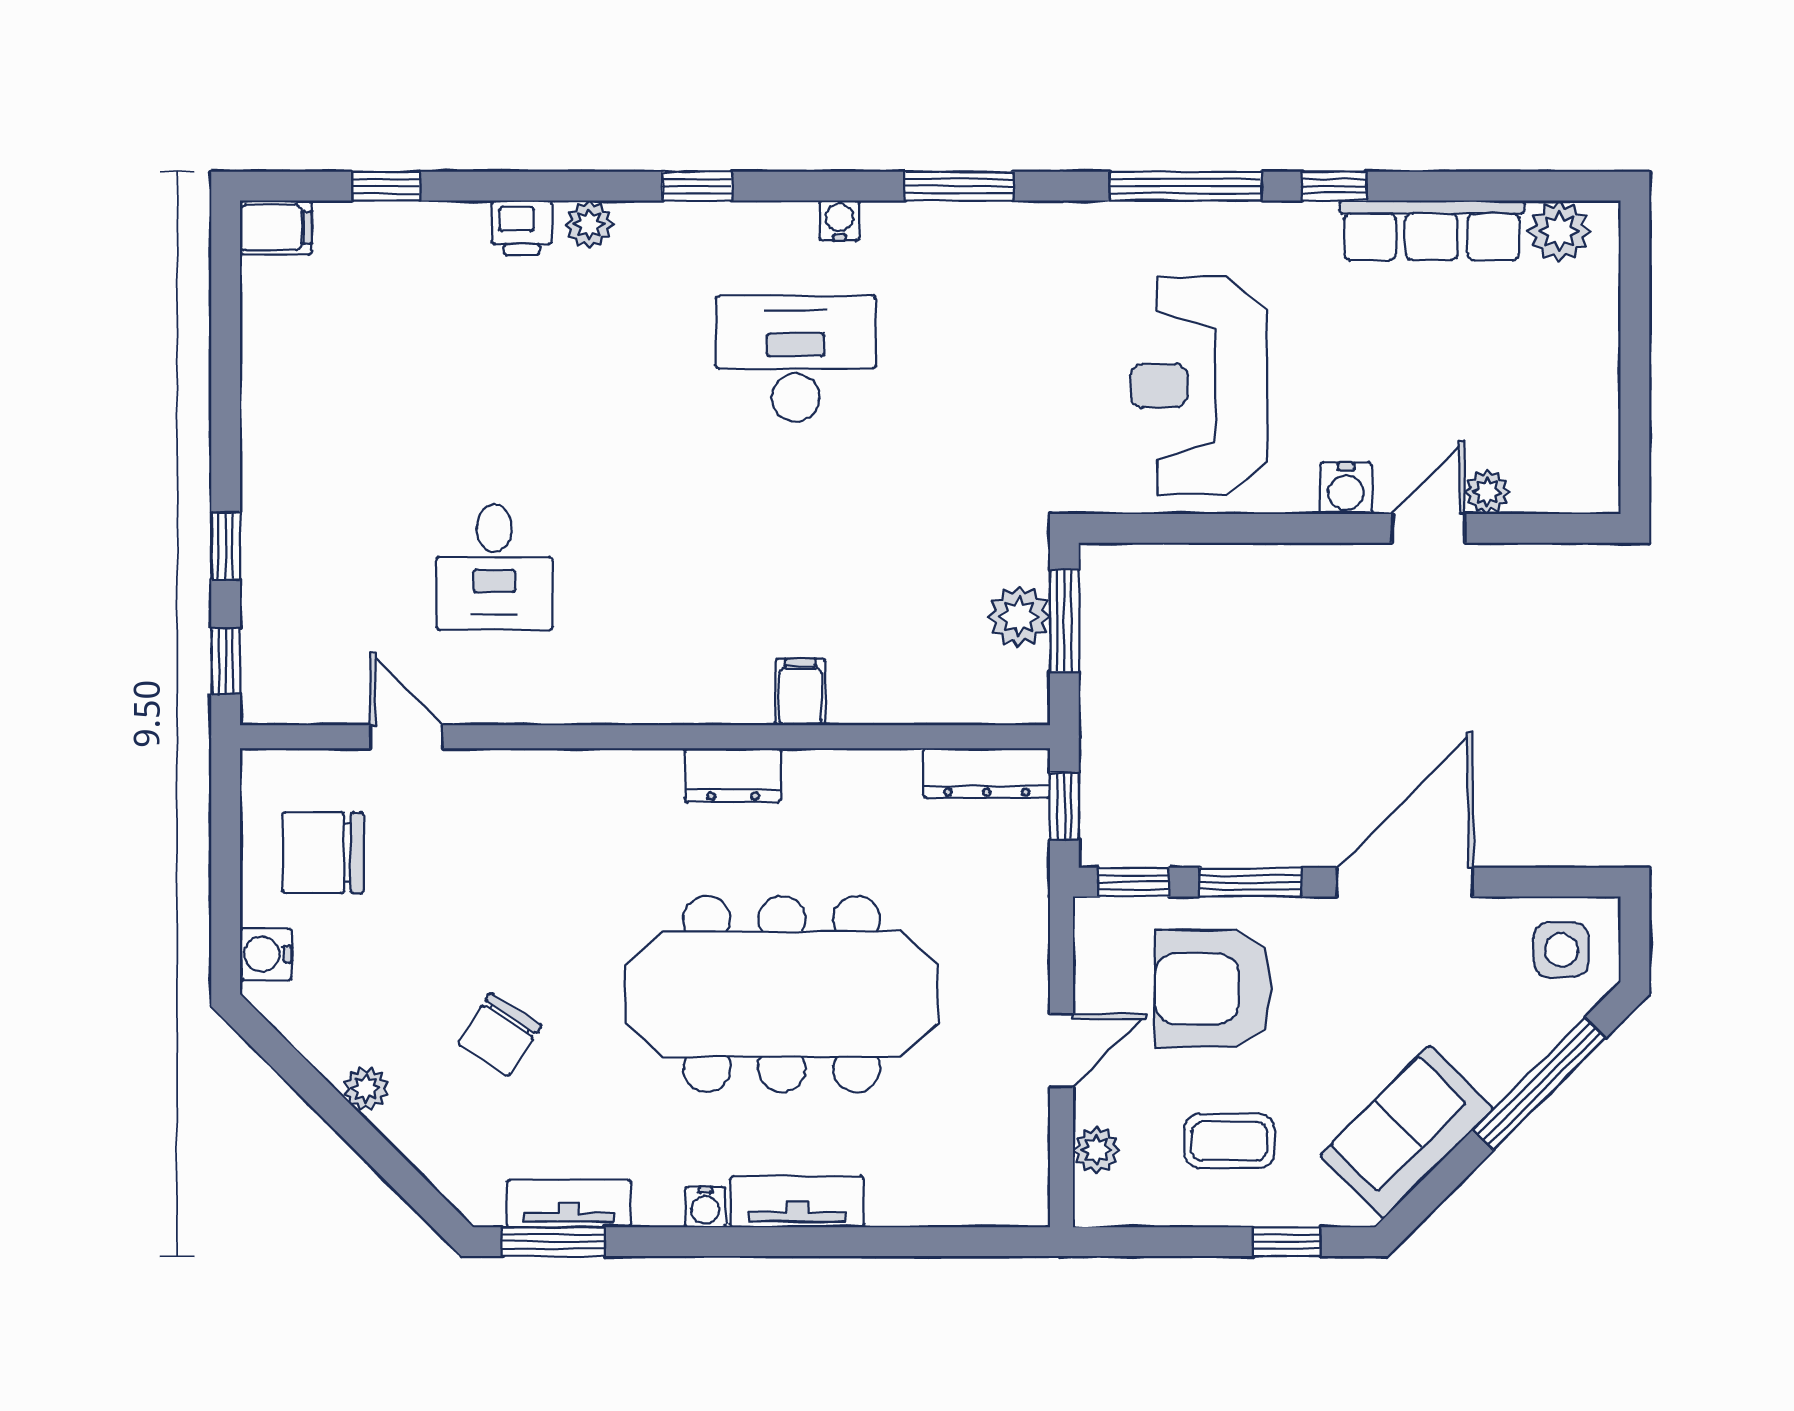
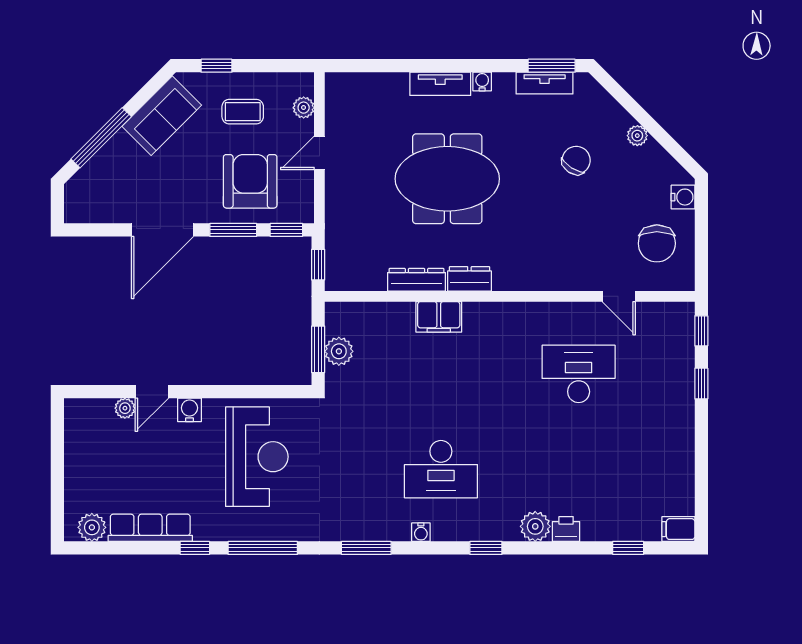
plant: (589, 224) -> (535, 526), width x1.38, depth x1.38
desk: (494, 567) -> (579, 374), width x1.37
filing cabinet: (800, 692) -> (439, 317), width x2.00
dresser: (987, 773) -> (417, 280), moved
chair: (323, 853) -> (657, 243), turned 90
side table: (1561, 950) -> (91, 199), removed
armchair: (1213, 989) -> (250, 181), turned -90
meeting table: (782, 994) -> (447, 179), width x0.73

